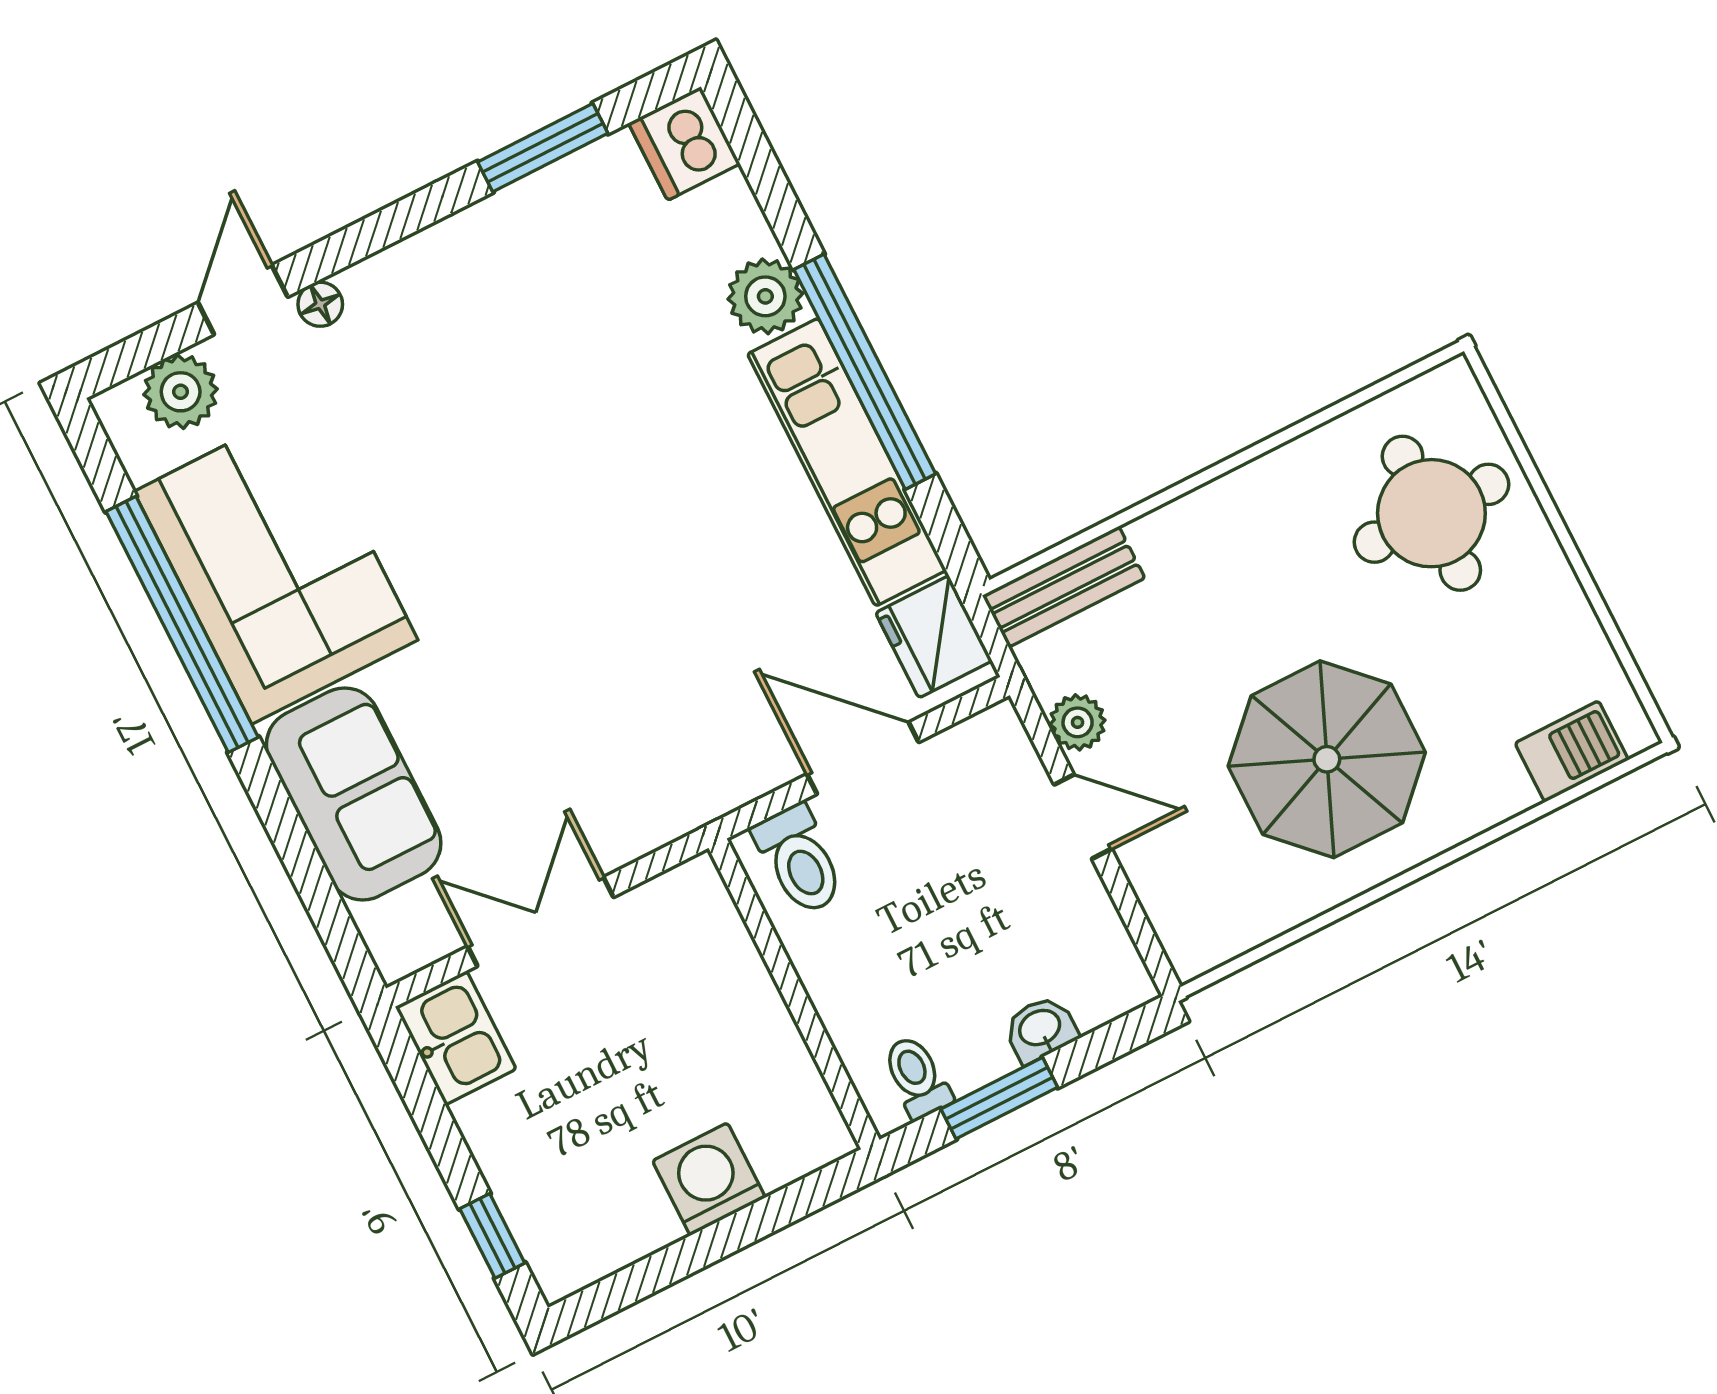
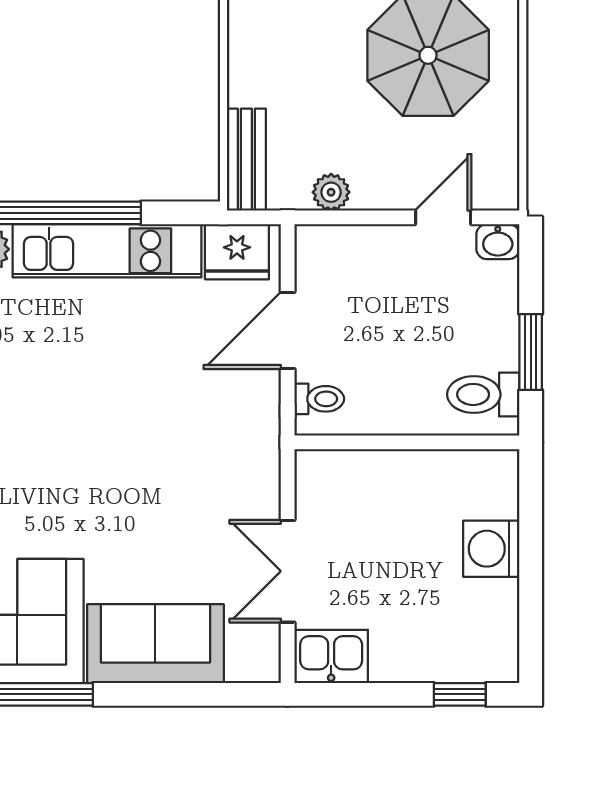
door: (1083, 817) -> (443, 217), moved
toilet: (799, 860) -> (319, 399), width x0.73, depth x0.72
washbasin: (1040, 1029) -> (498, 242), moved, turned -90
toilet: (917, 1077) -> (483, 394), width x1.37, depth x1.39

